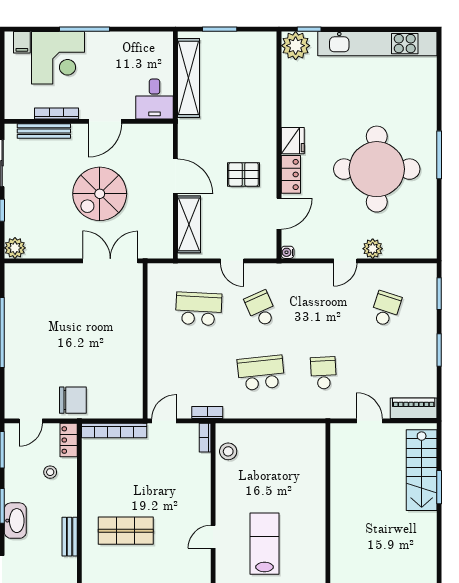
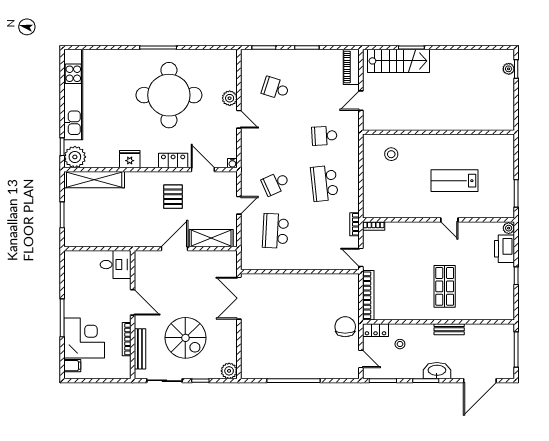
shelving: (188, 78) -> (94, 180), moved
fridge: (293, 141) -> (130, 159), moved
spiral stairs: (100, 194) -> (185, 338), moved
stool: (228, 451) -> (391, 154), moved

